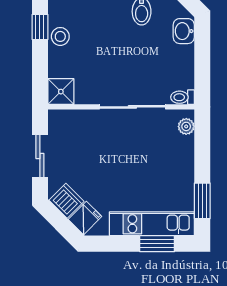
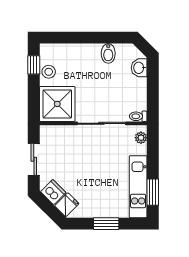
shower: (61, 92) -> (57, 104), width x1.86, depth x1.86
kitchen unit: (152, 224) -> (138, 187), moved, turned -90
window: (157, 244) -> (106, 224), moved

